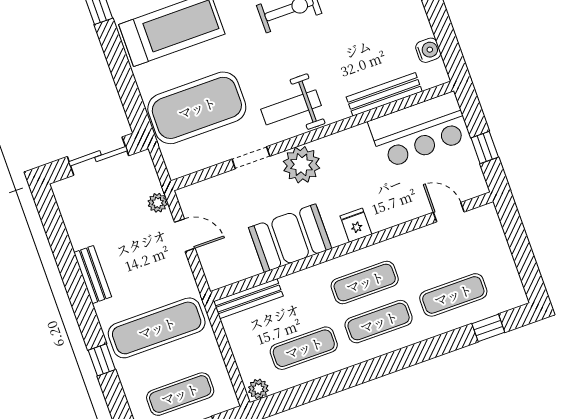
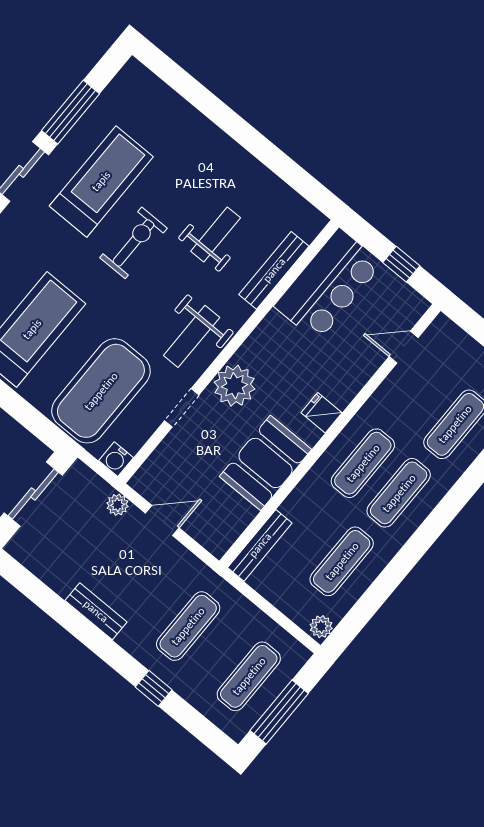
weight bench: (356, 40) -> (216, 234), added
water cooler: (428, 50) -> (116, 459), moved, turned 180
exercise mat: (157, 328) -> (188, 626), width x0.73, depth x0.69

